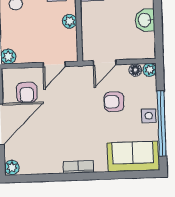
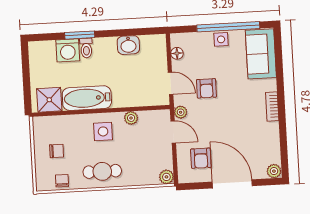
plant: (150, 70) -> (181, 112), moved
armchair: (27, 92) -> (201, 158), turned 90
armchair: (114, 102) -> (206, 88), moved

